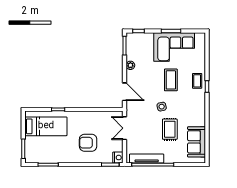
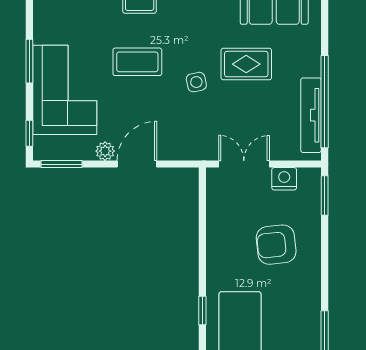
corner sofa: (174, 47) -> (65, 90), moved
door: (125, 92) -> (137, 164), moved
double door: (125, 128) -> (244, 164), swing flipped
armchair: (88, 143) -> (276, 245), turned 84
nightstand: (118, 158) -> (284, 179), moved

